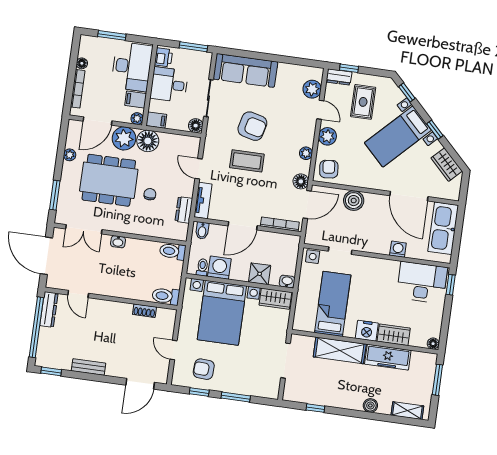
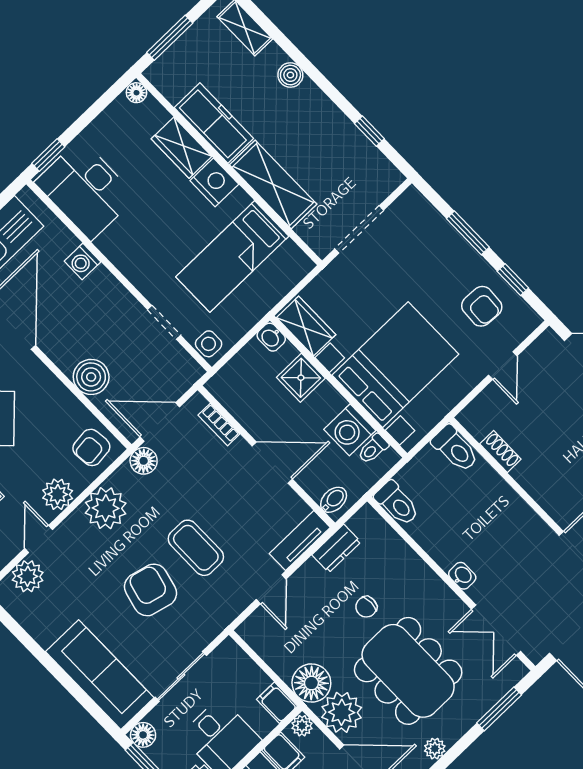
floor lamp: (196, 126) -> (143, 735), moved
plant: (306, 153) -> (106, 508), width x1.88, depth x1.88
bookcase: (280, 224) -> (219, 424), width x0.64
double door: (84, 229) -> (496, 630), swing flipped

